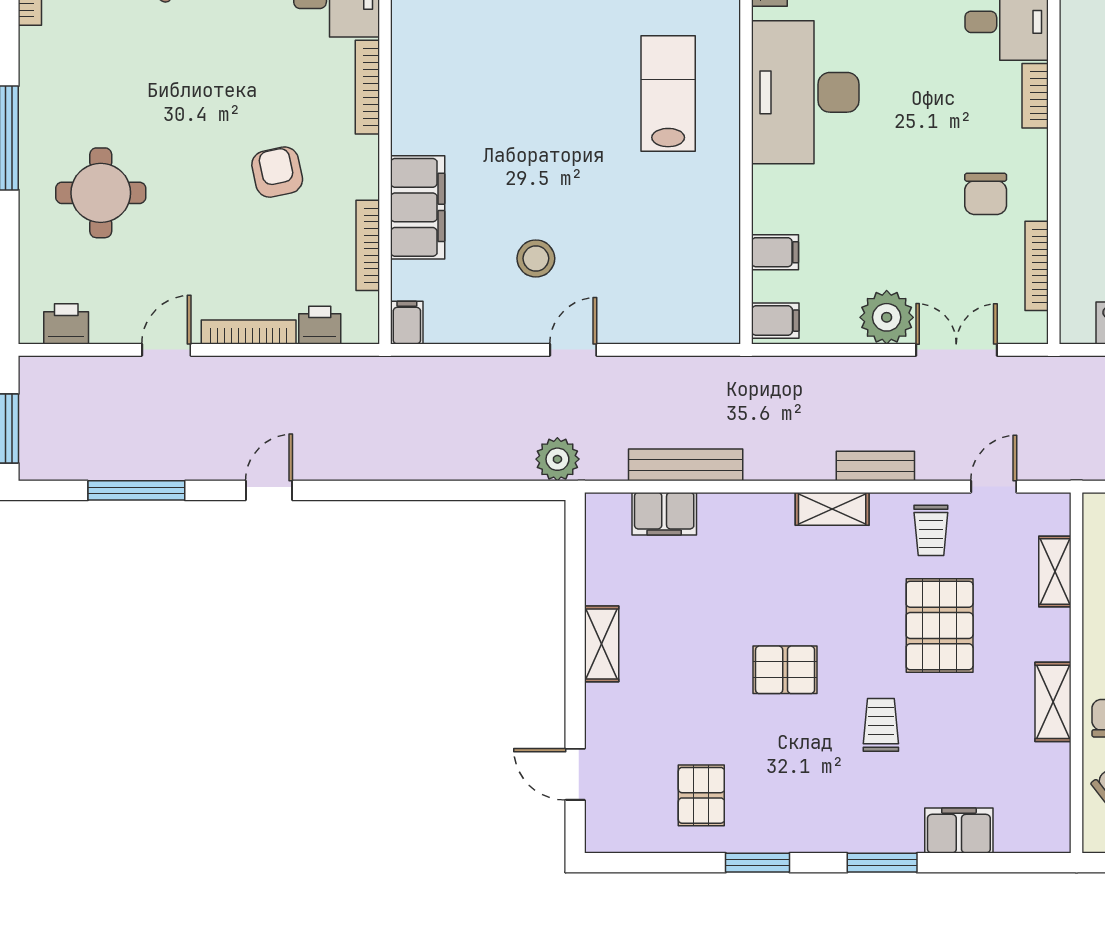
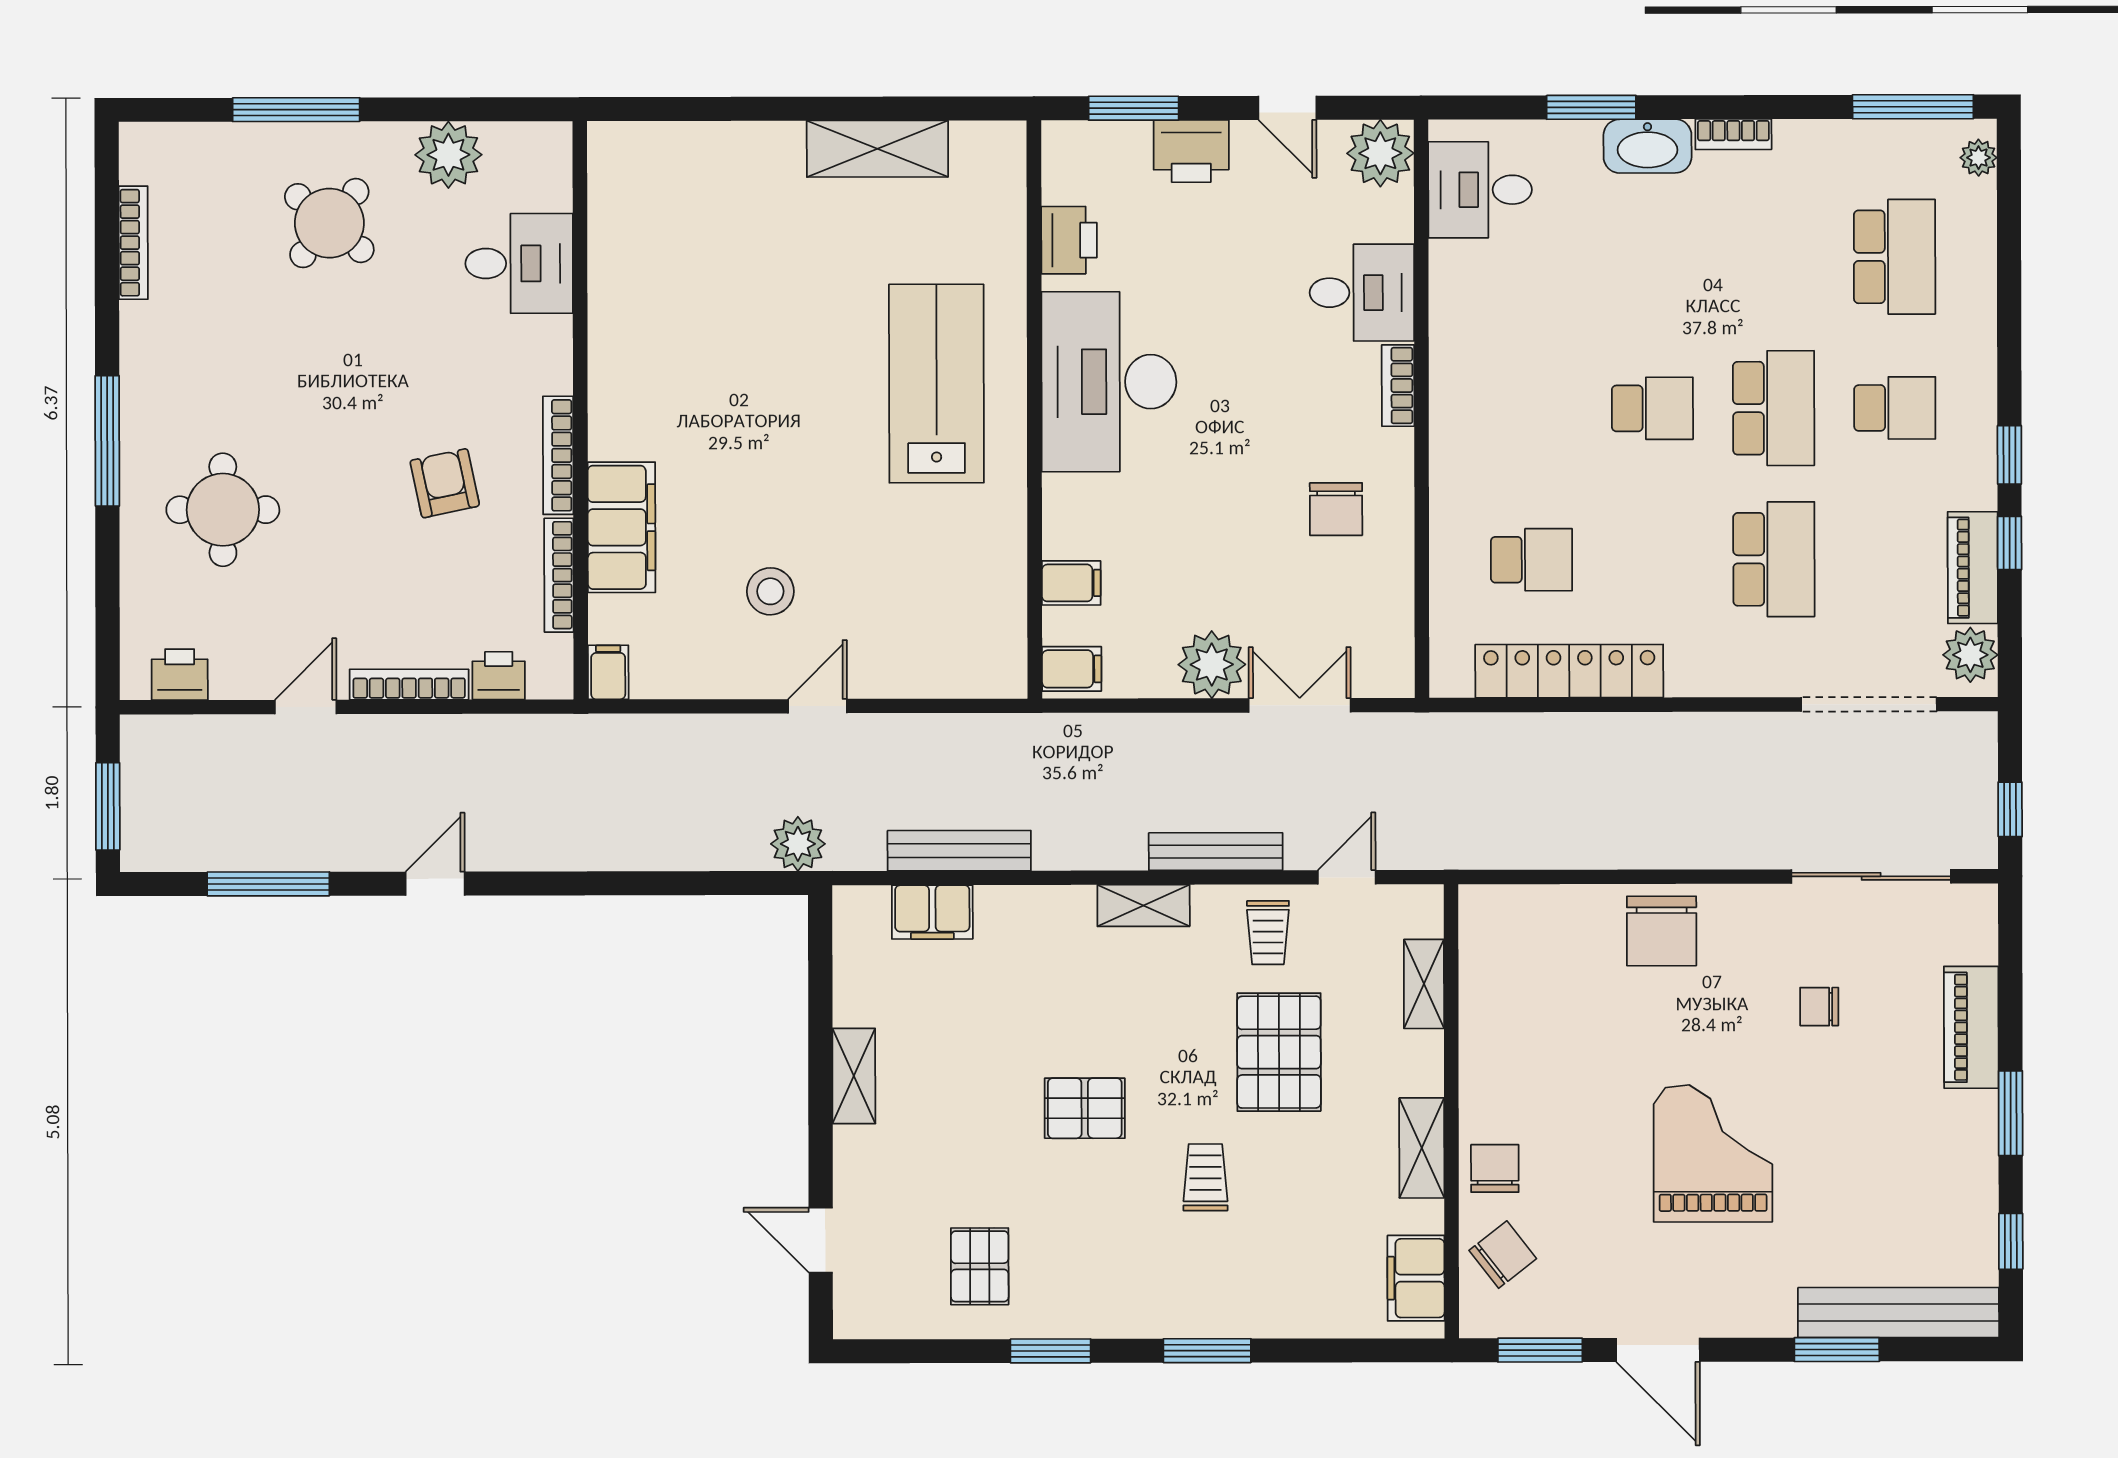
bookcase: (367, 87) -> (558, 455), moved
lab bench: (668, 94) -> (936, 384), width x1.36, depth x1.39
bookcase: (1037, 266) -> (1400, 600), removed
bench: (875, 466) -> (1216, 852), width x1.36
filing cabinet: (959, 831) -> (1416, 1278), moved, turned -90

